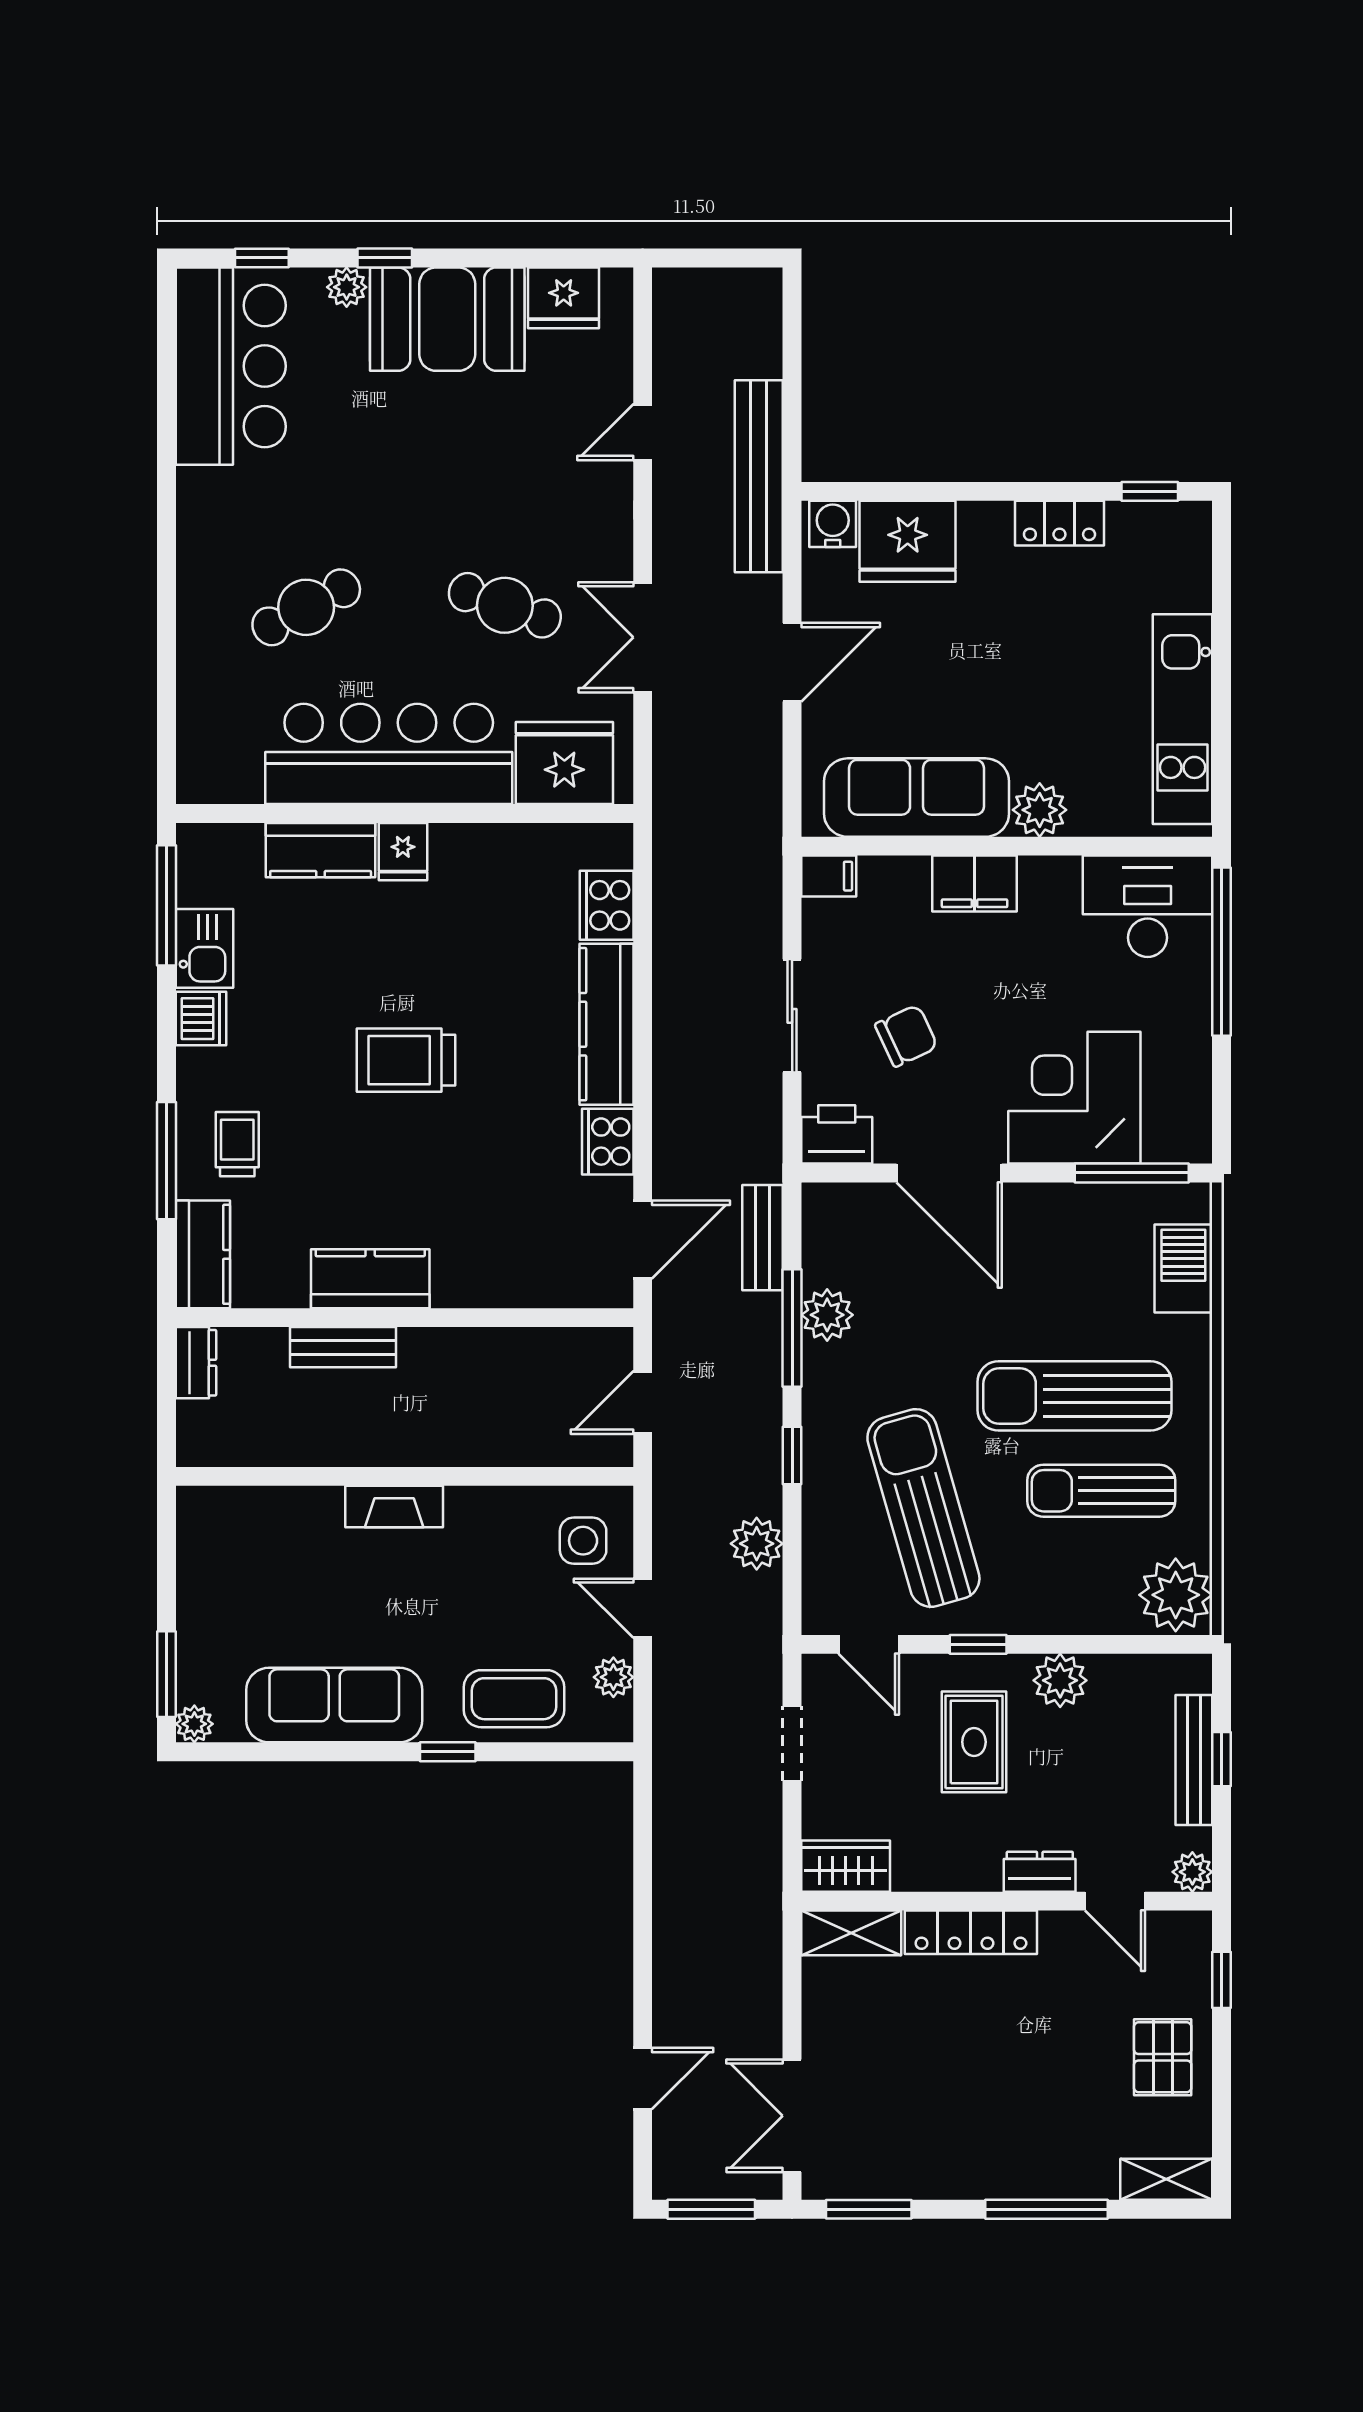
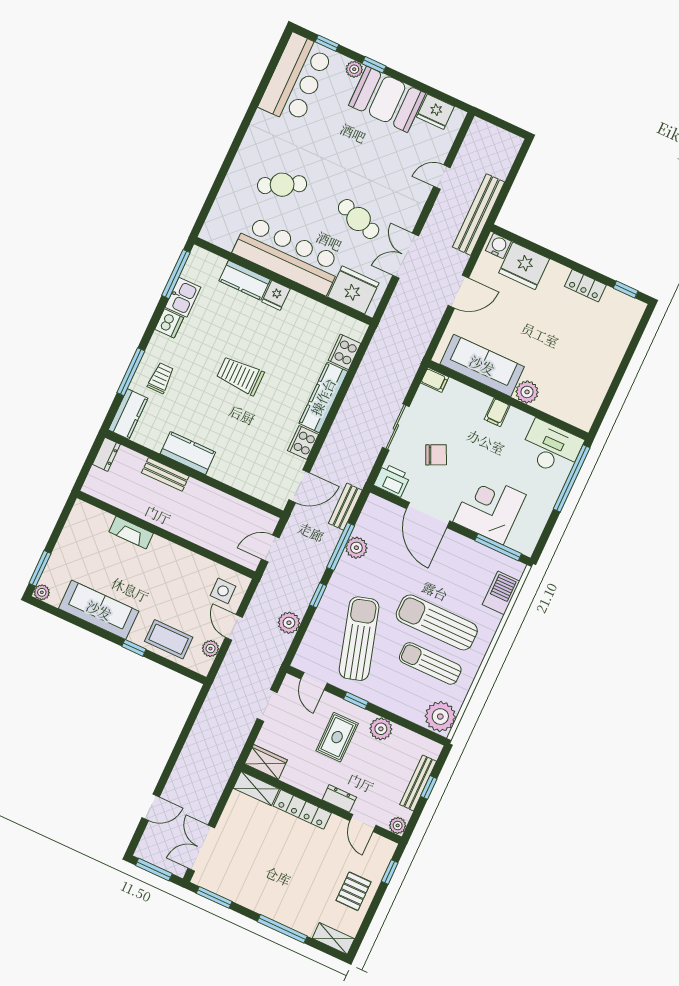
kitchen unit: (1183, 719) -> (598, 382), removed
filing cabinet: (975, 884) -> (497, 412), width x0.50
fireplace: (394, 1506) -> (131, 533), moved

